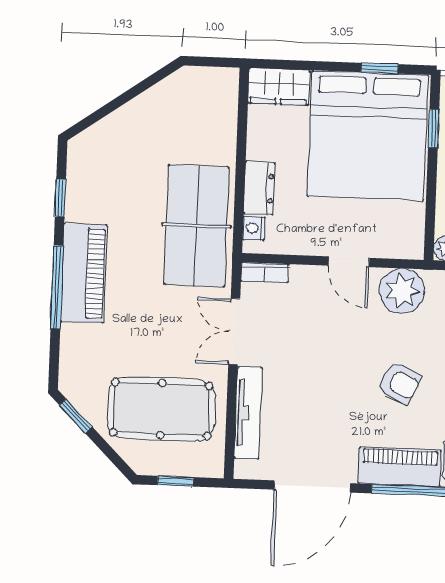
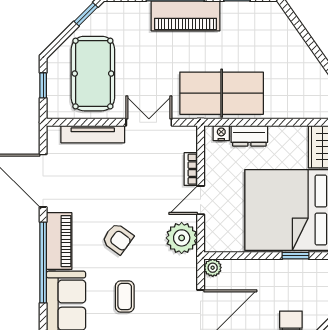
bookcase: (265, 273) -> (191, 169), moved
armchair: (400, 383) -> (118, 239), turned -80

